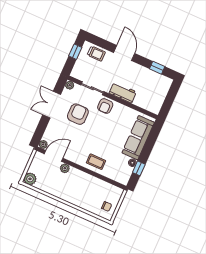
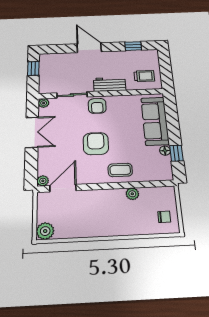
trolley: (96, 54) -> (144, 76), moved
double door: (52, 105) -> (32, 132), swing flipped
armchair: (78, 114) -> (96, 144), moved
plant: (65, 168) -> (132, 194), moved

